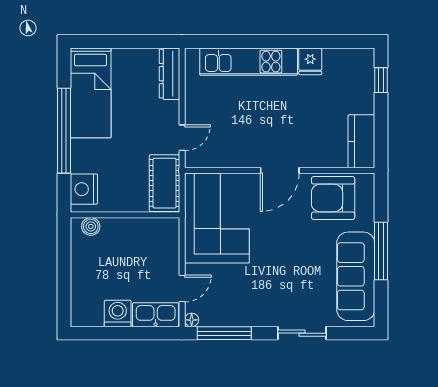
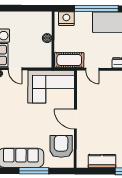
kitchen counter: (361, 141) -> (102, 161), moved
boiler: (91, 226) -> (47, 38), moved

